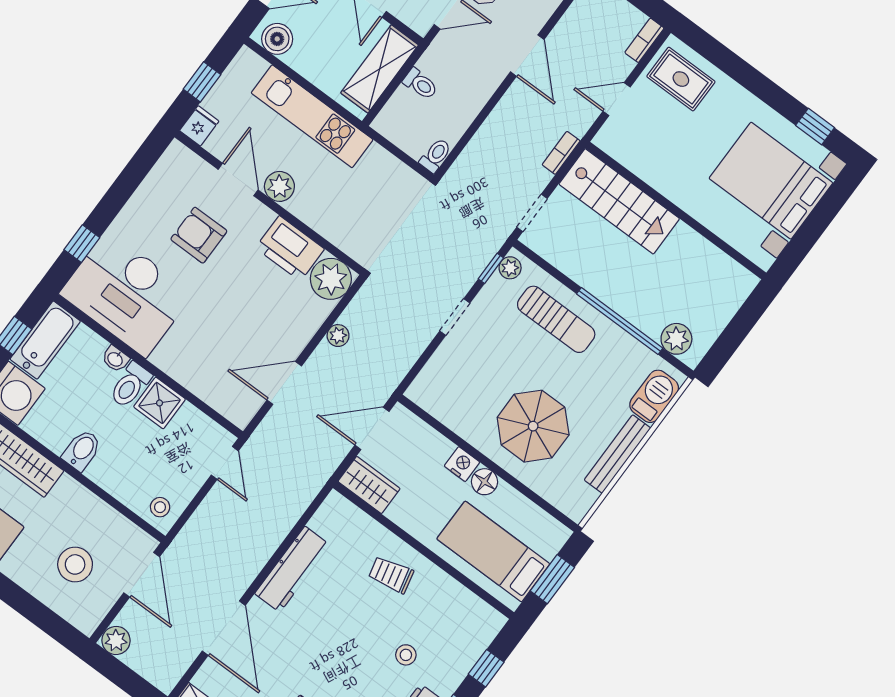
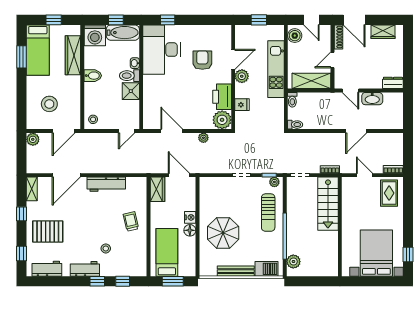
toilet: (420, 84) -> (292, 100), moved
fridge: (199, 126) -> (242, 105), moved

